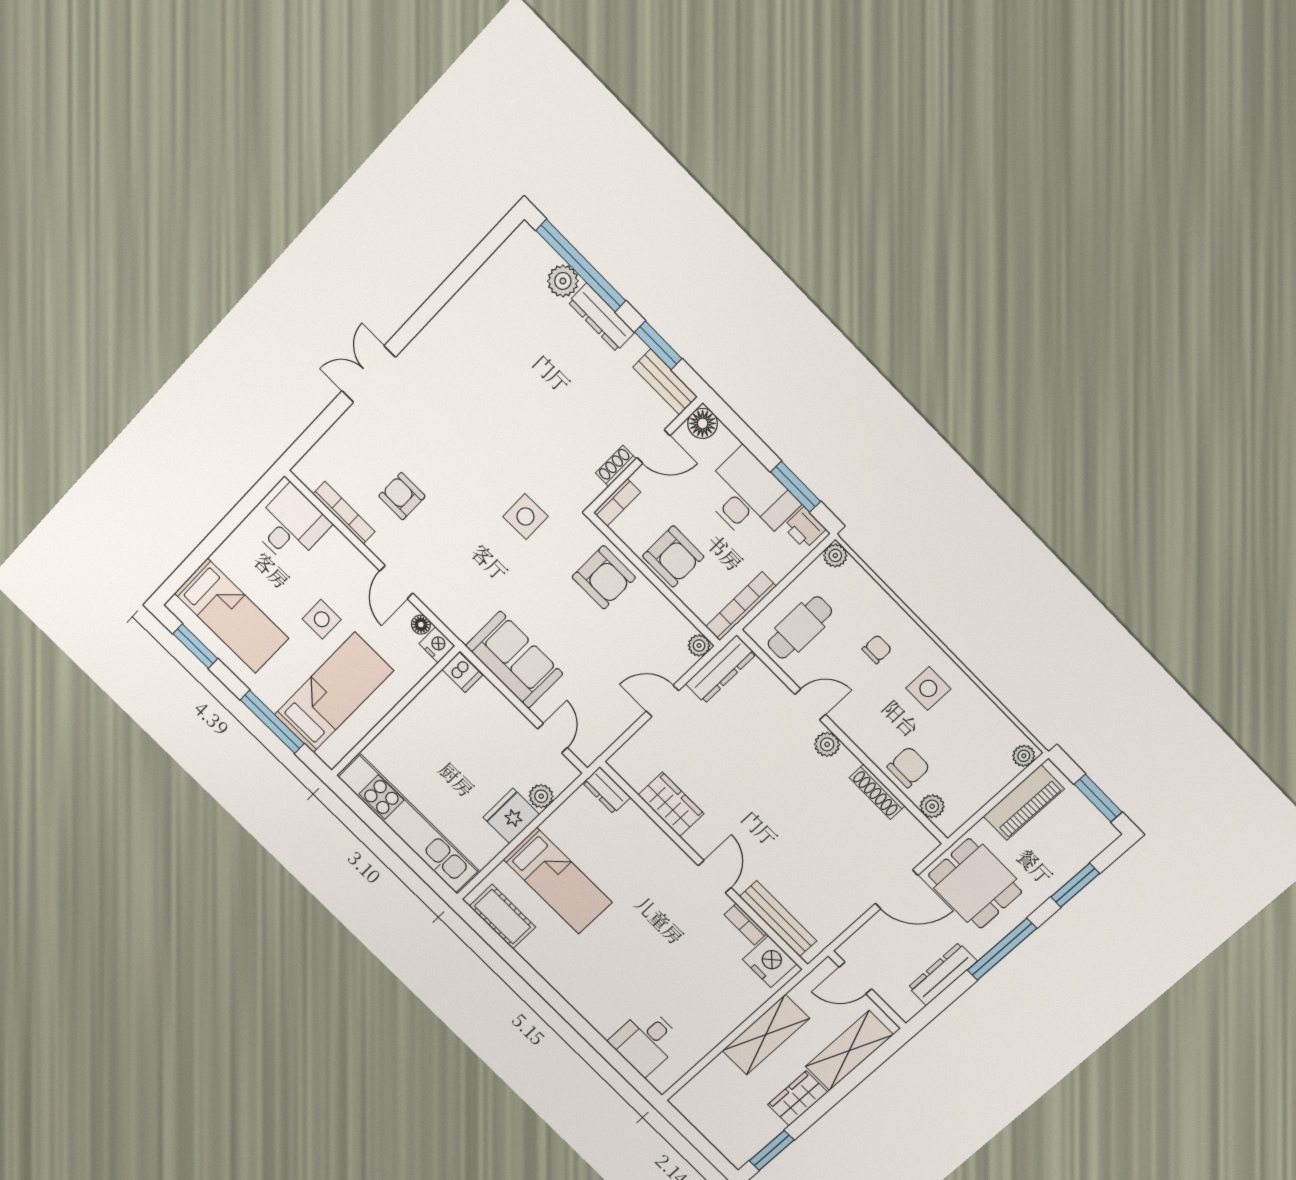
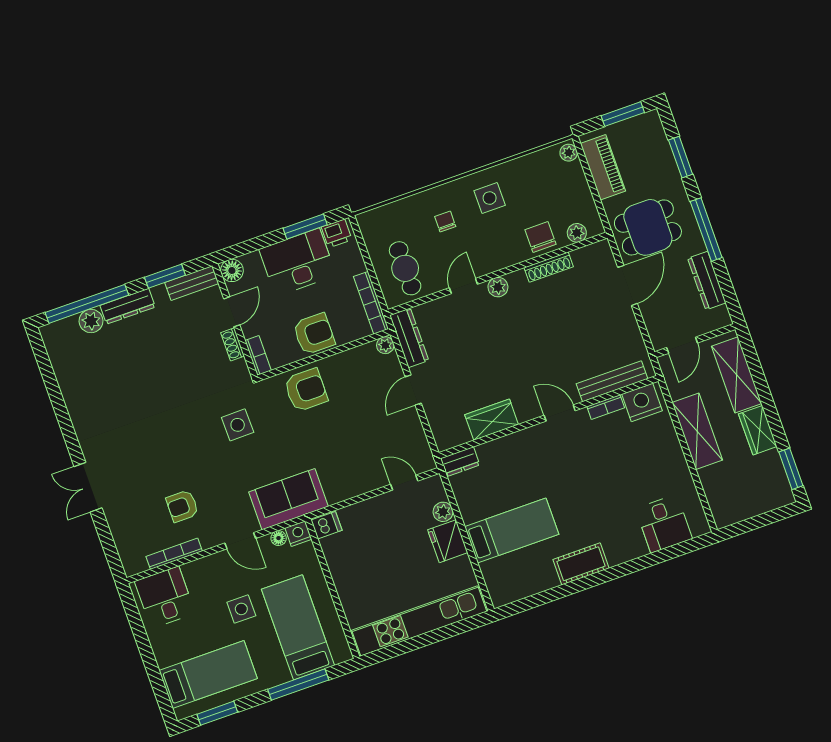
plant: (835, 555) -> (366, 221), removed
sofa: (514, 660) -> (288, 499), moved
cot: (502, 917) -> (581, 564), moved

